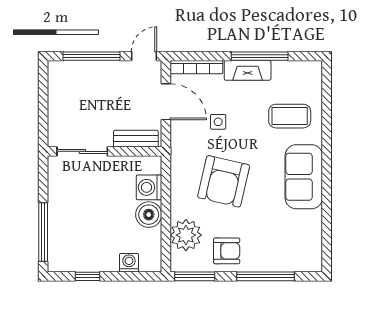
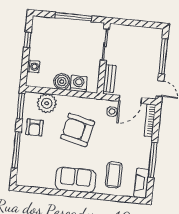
fireplace: (248, 70) -> (142, 183), moved
side table: (218, 122) -> (112, 112), moved
window: (43, 232) -> (73, 17), moved

